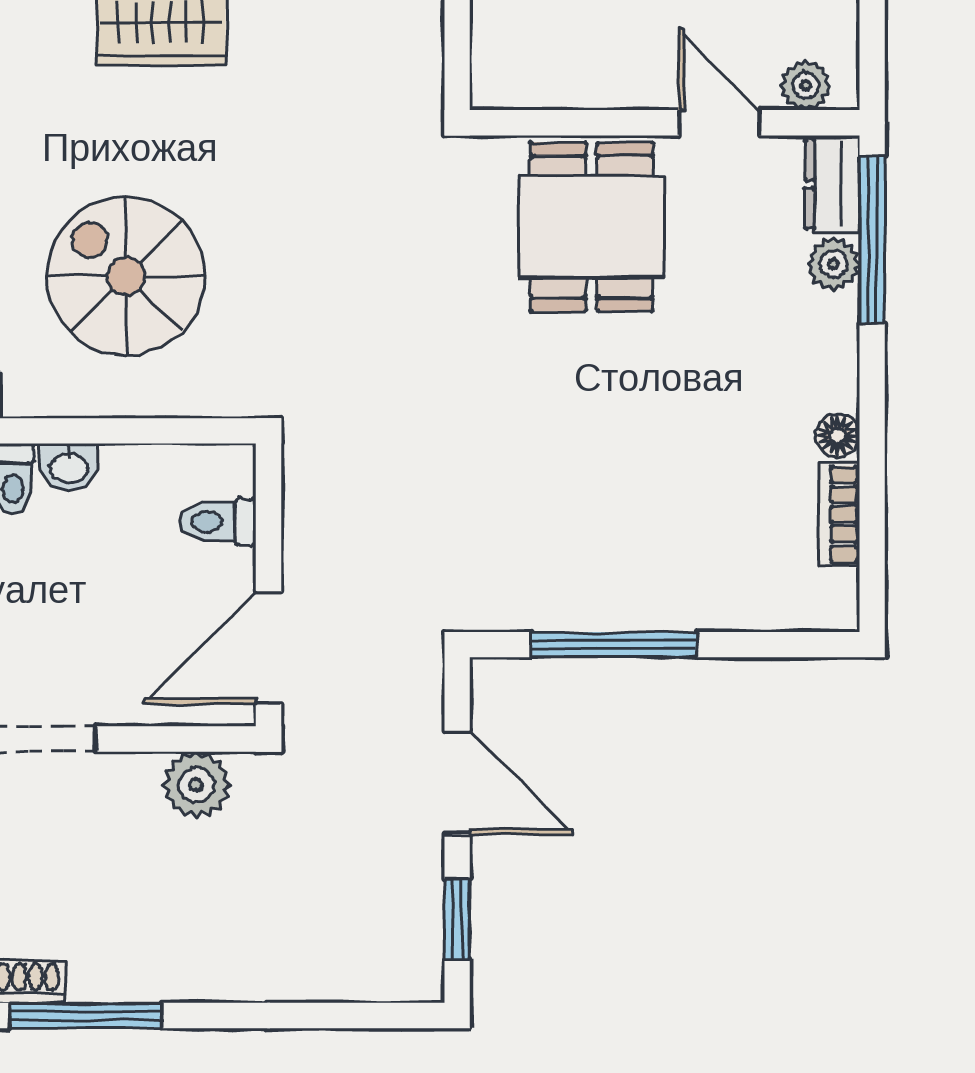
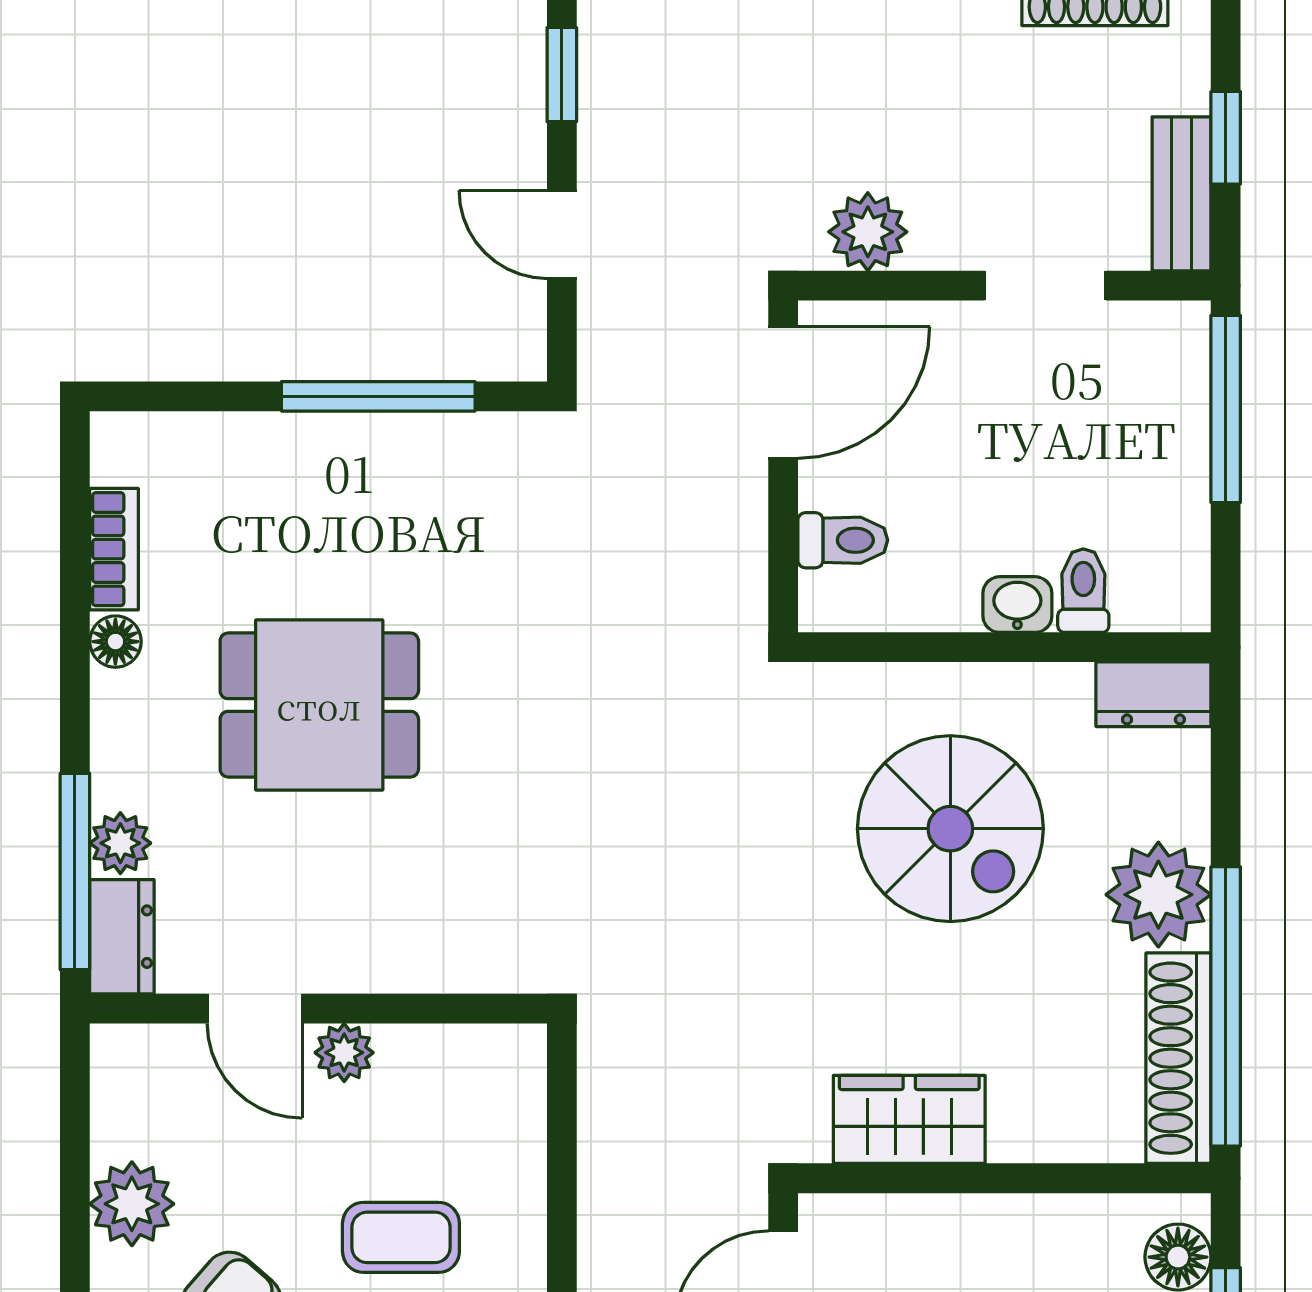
plant: (806, 85) -> (344, 1053), moved
dining table: (592, 227) -> (319, 705), moved, turned 90
door: (457, 783) -> (562, 234), width x0.73

